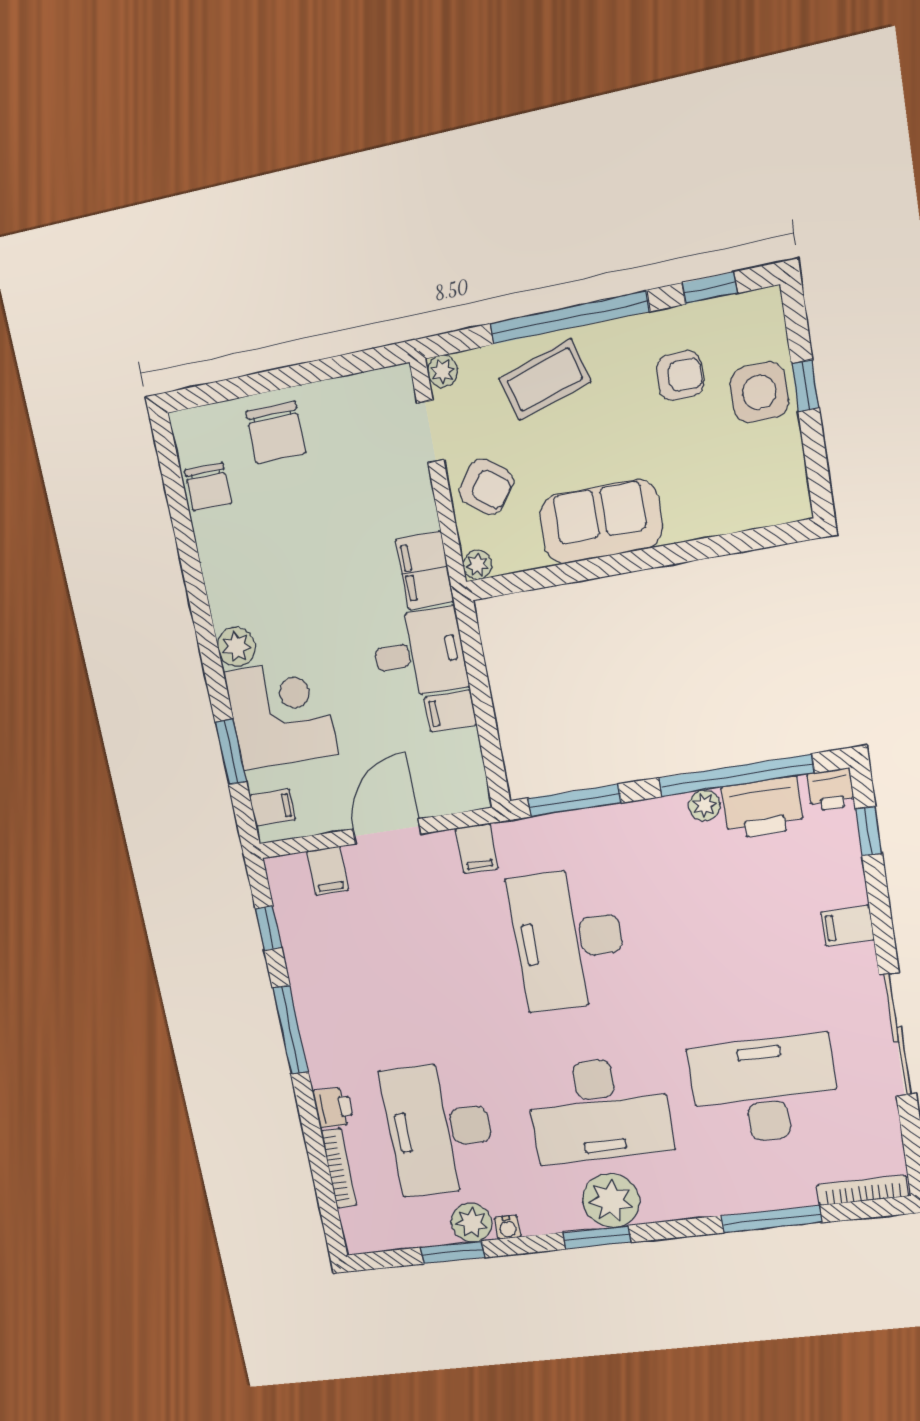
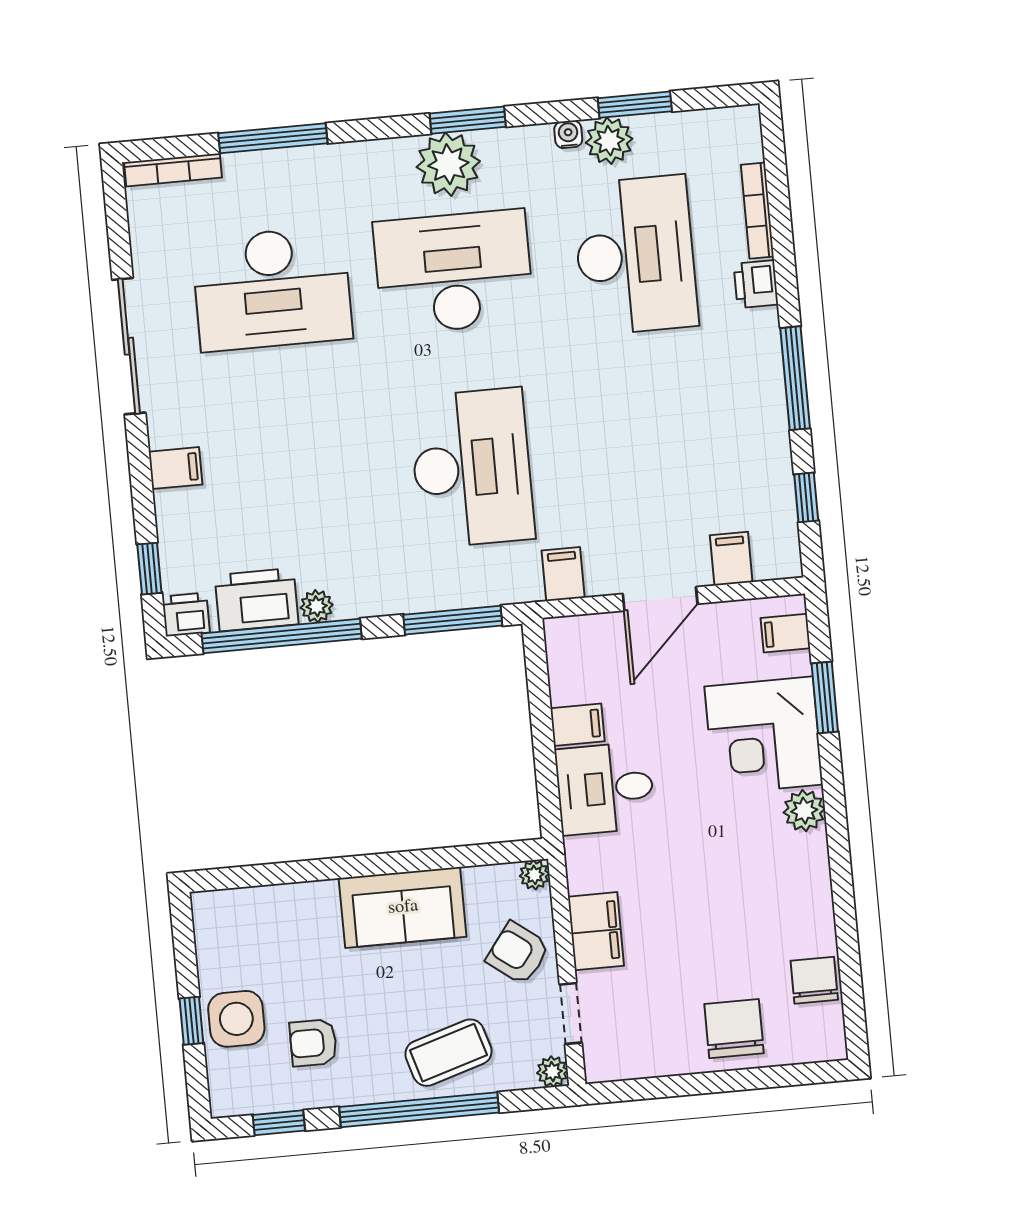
filing cabinet: (425, 570) -> (596, 931), moved

